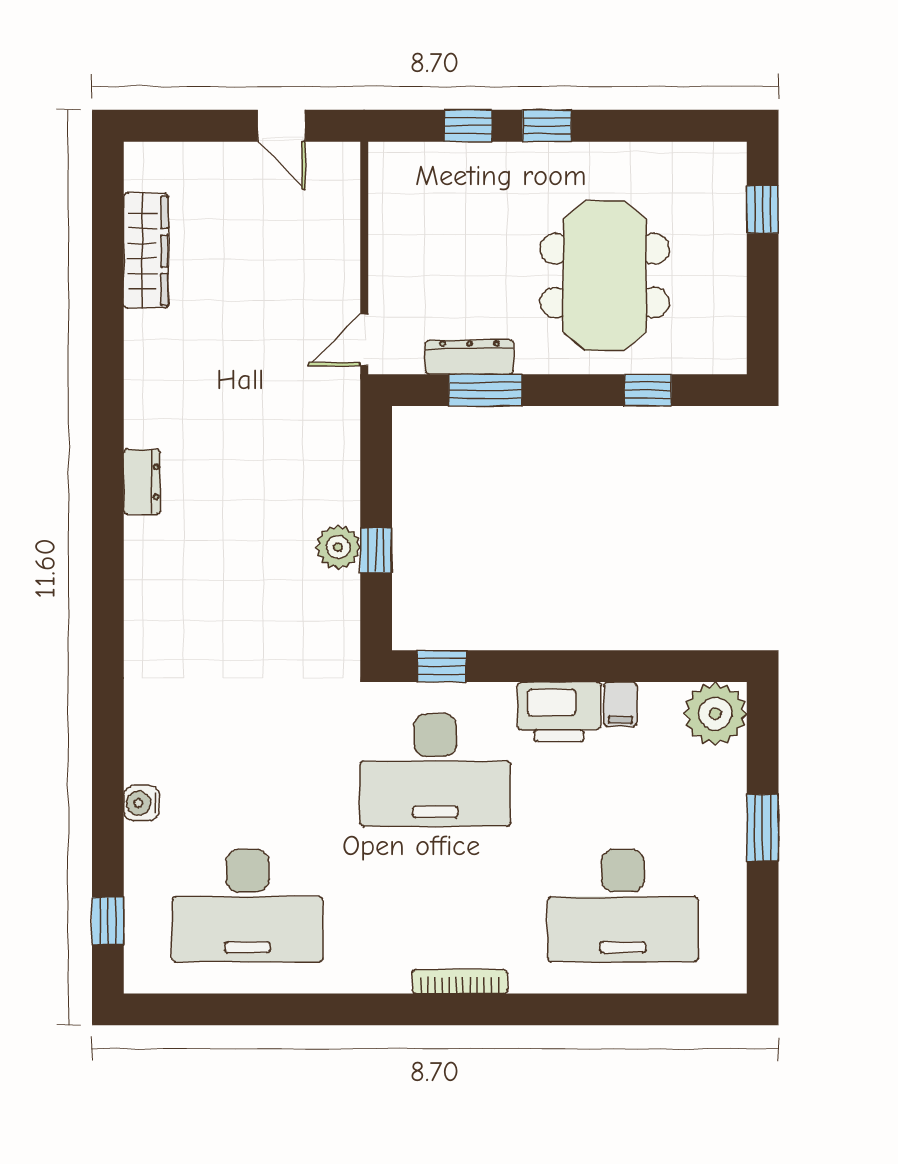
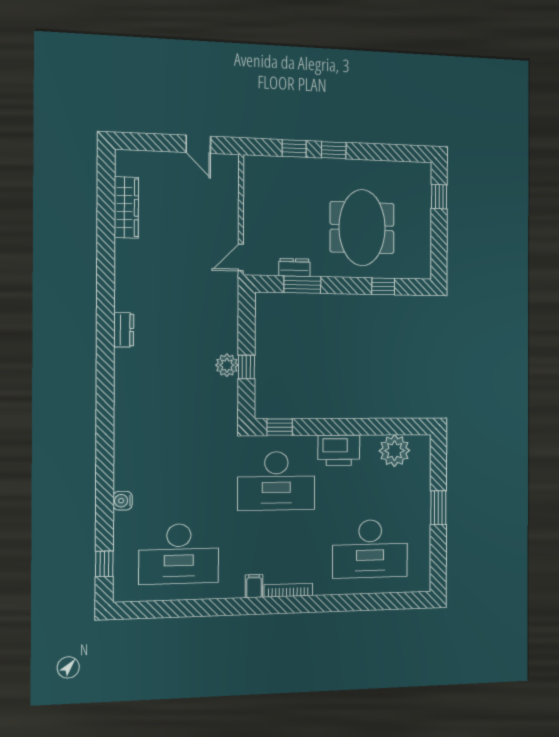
dresser: (469, 357) -> (294, 268), width x0.70
filing cabinet: (621, 704) -> (254, 586), moved, turned 180
plant: (715, 714) -> (394, 451), moved

